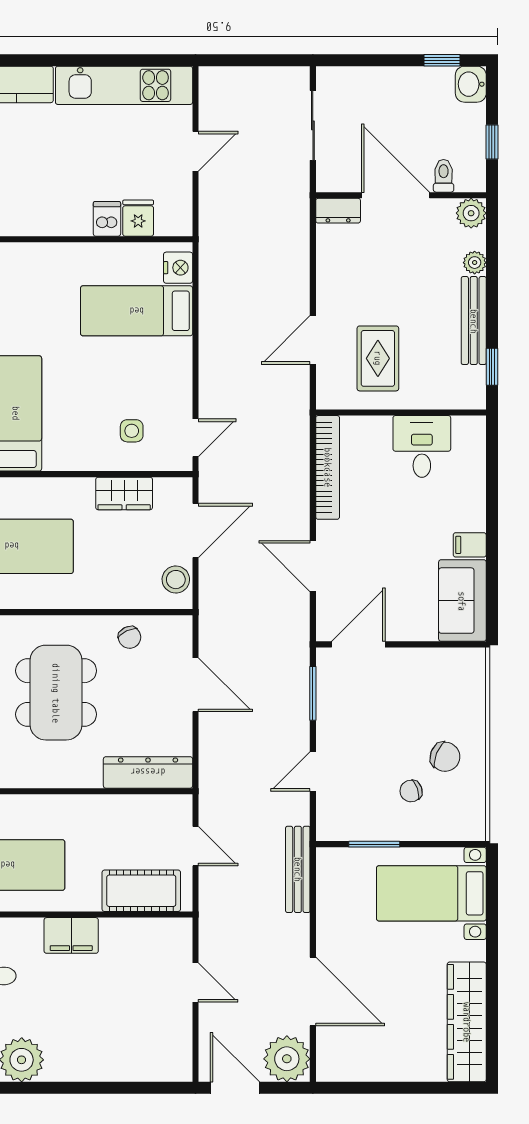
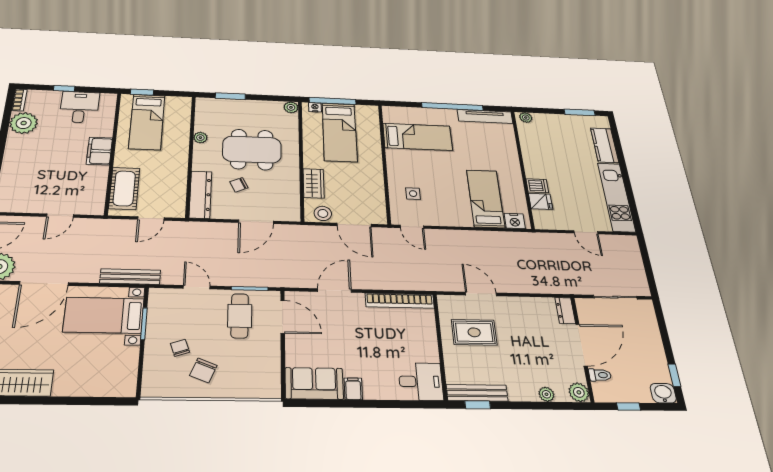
bench: (474, 321) -> (477, 393), moved
desk: (422, 446) -> (421, 381), moved
wardrobe: (124, 493) -> (314, 183), moved, turned 180
chair: (130, 637) -> (239, 185), moved
cafe table: (358, 707) -> (240, 316), added
plant: (36, 777) -> (200, 138), added
bed with nightstands: (431, 893) -> (104, 315), moved, turned -90

